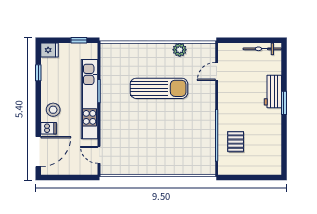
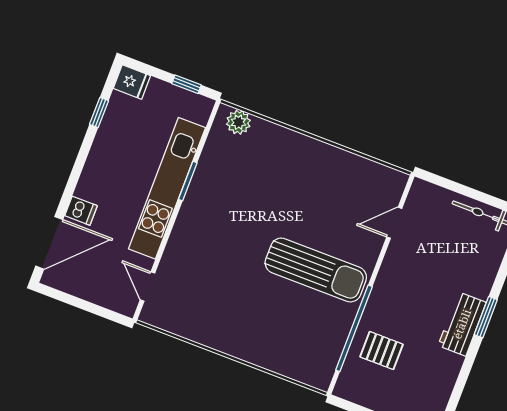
plant: (180, 50) -> (238, 122), moved
sun lounger: (159, 88) -> (316, 270), moved
workbench: (273, 91) -> (462, 324), moved
stool: (53, 110) -> (100, 183), removed
pallet: (236, 142) -> (381, 351), turned 90

